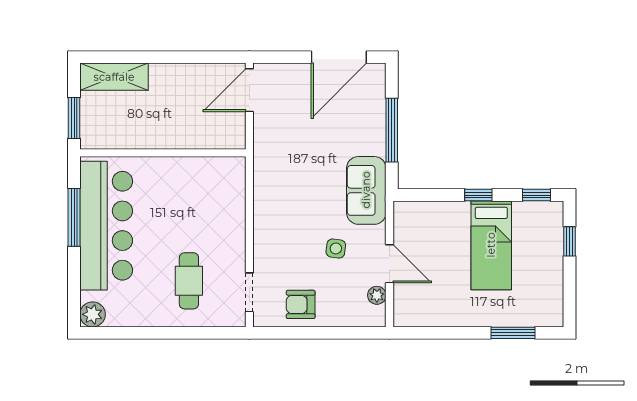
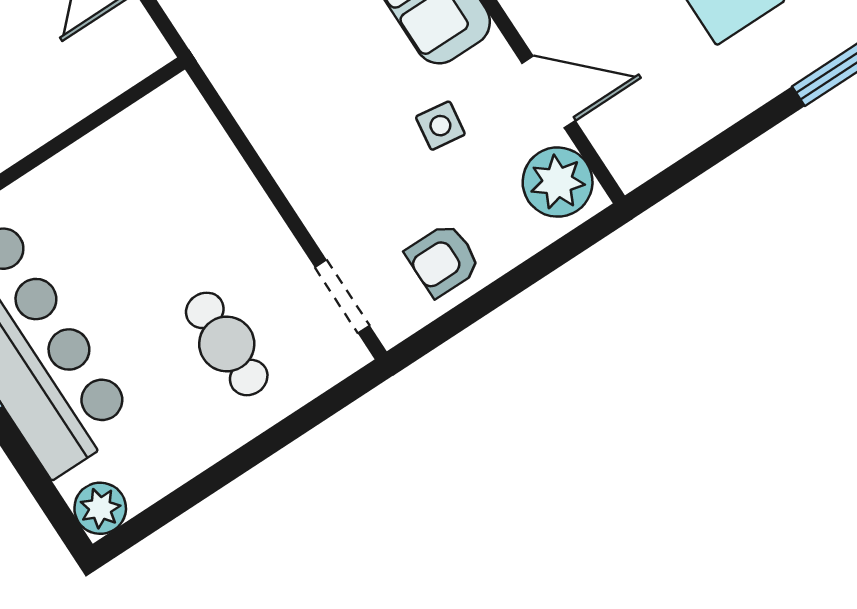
plant: (377, 295) -> (558, 182), width x1.87, depth x1.87

